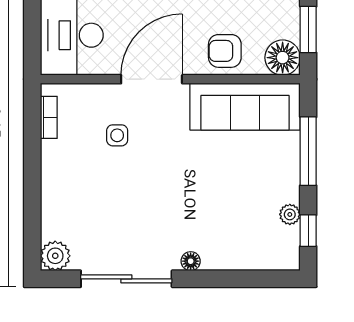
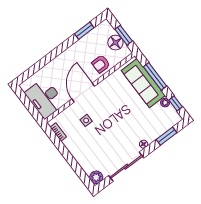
floor lamp: (283, 58) -> (115, 43), moved
sofa: (245, 107) -> (143, 83), moved, turned 90
window: (245, 279) -> (166, 136), added

